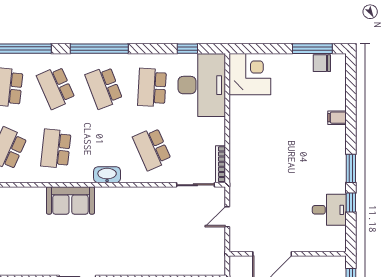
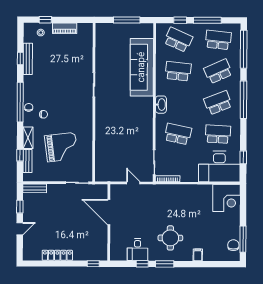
school desk: (152, 149) -> (178, 134), turned 36
round table: (311, 160) -> (170, 238), added
sofa: (70, 200) -> (142, 67), width x1.85, depth x1.27

